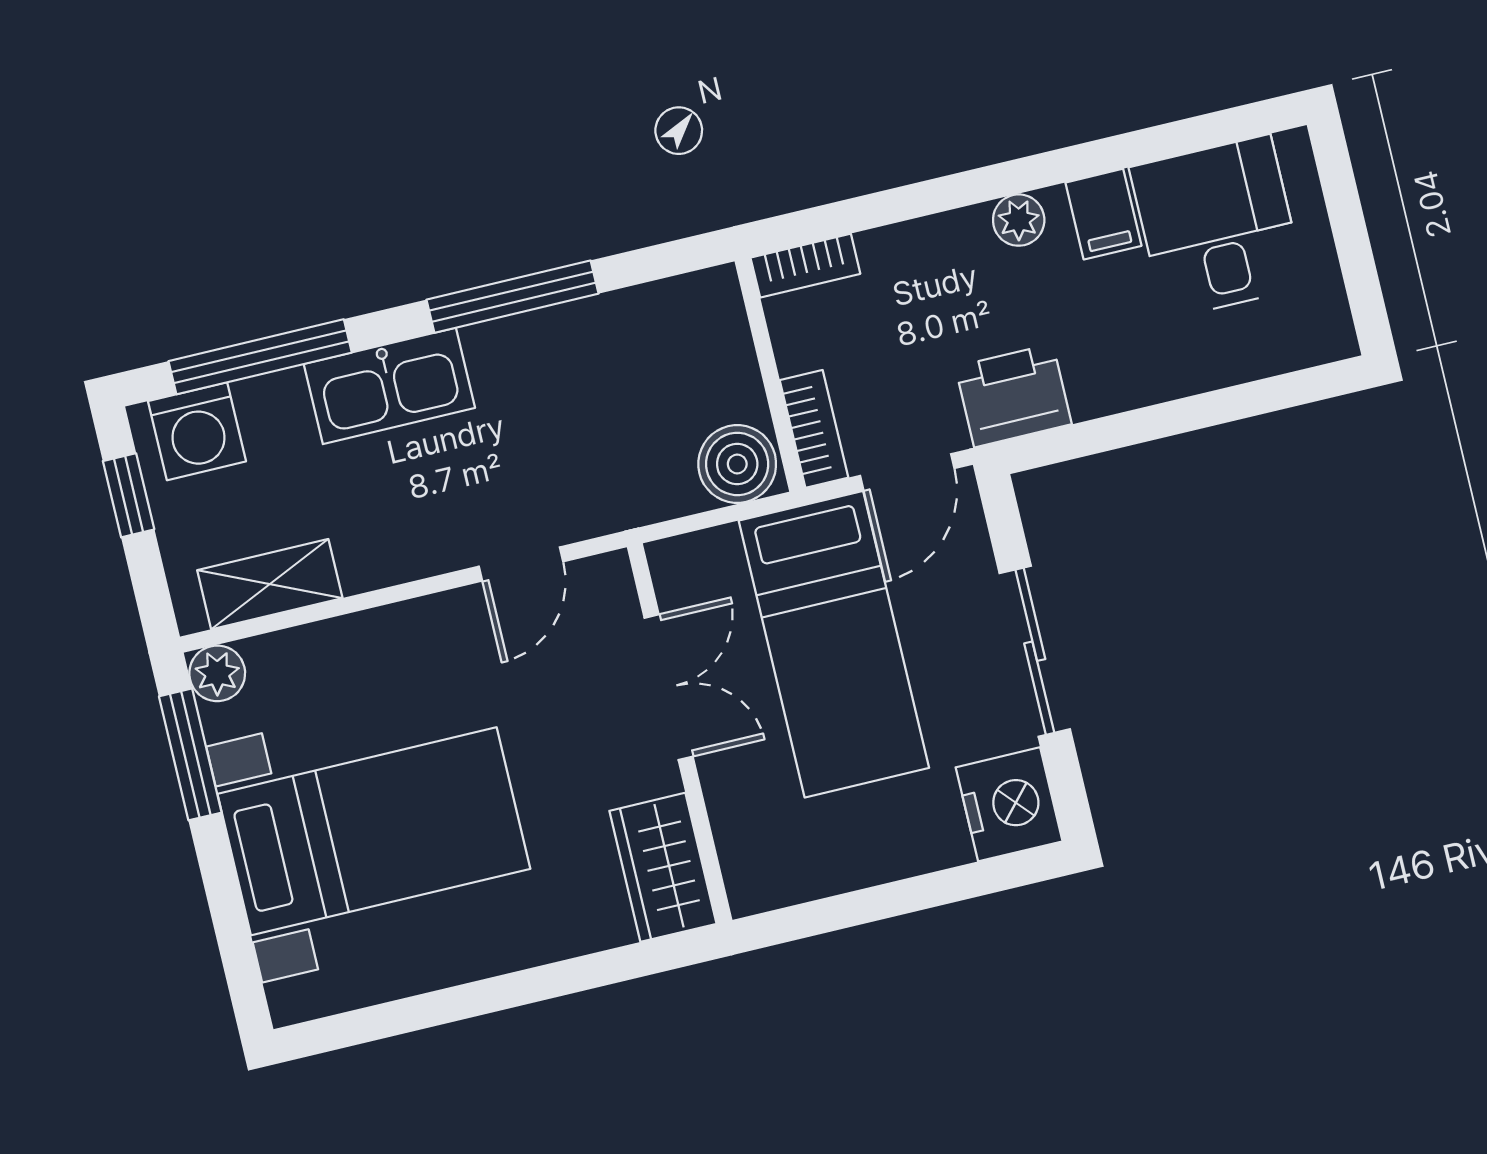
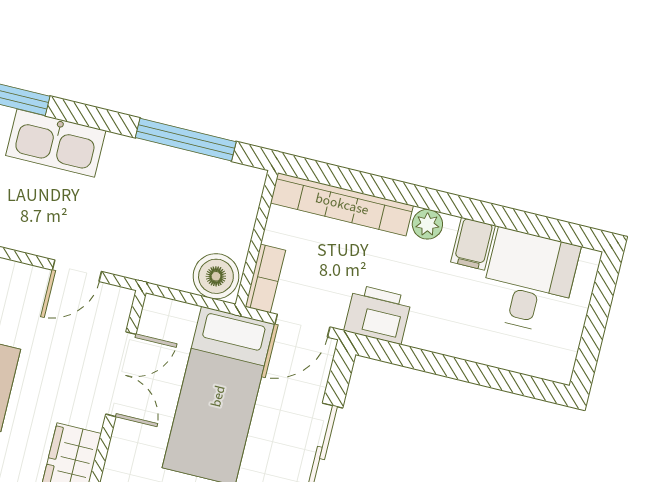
bookcase: (805, 266) -> (342, 204), width x2.31, depth x1.31
window: (512, 297) -> (186, 140), moved

